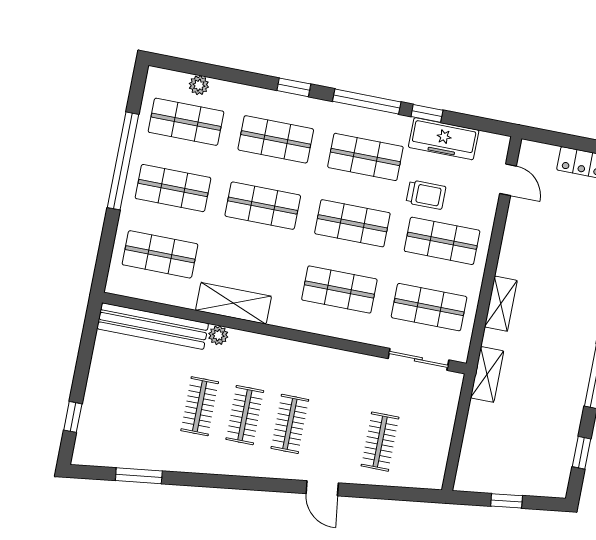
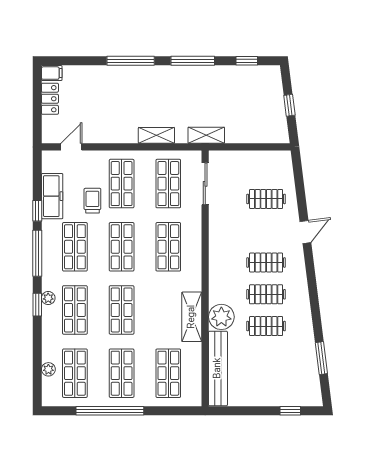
plant: (300, 105) -> (48, 298), added
plant: (218, 335) -> (221, 317), width x1.87, depth x1.87

